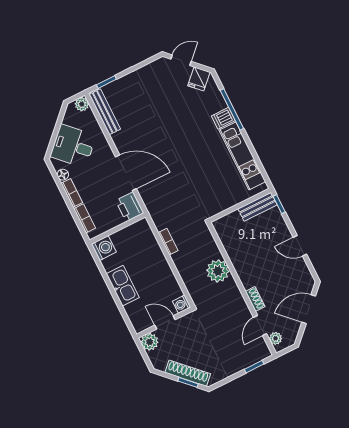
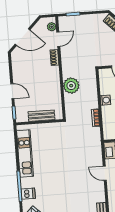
dishwasher: (223, 118) -> (28, 194), moved
door: (126, 173) -> (105, 173), width x0.53
bench: (257, 207) -> (41, 116), moved
door: (300, 246) -> (12, 91), moved
washing machine: (182, 304) -> (105, 100), moved

